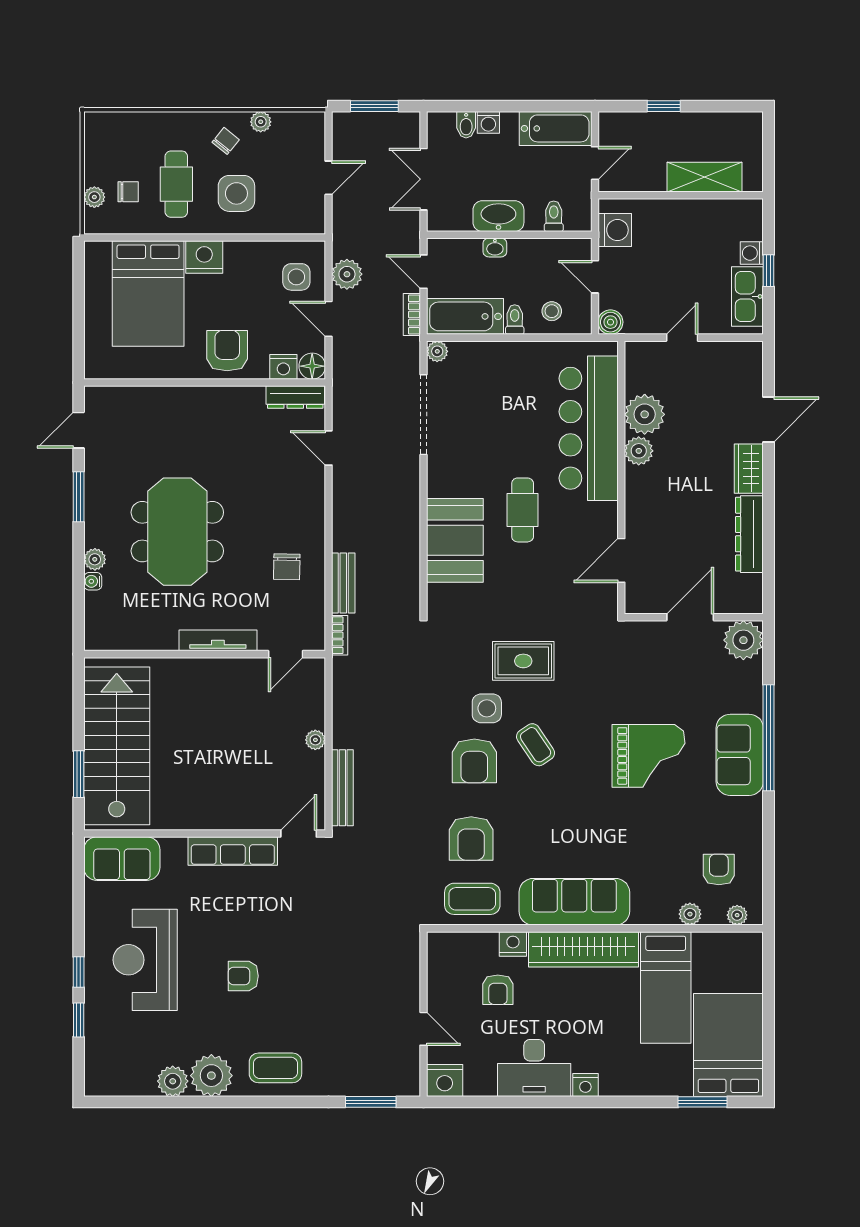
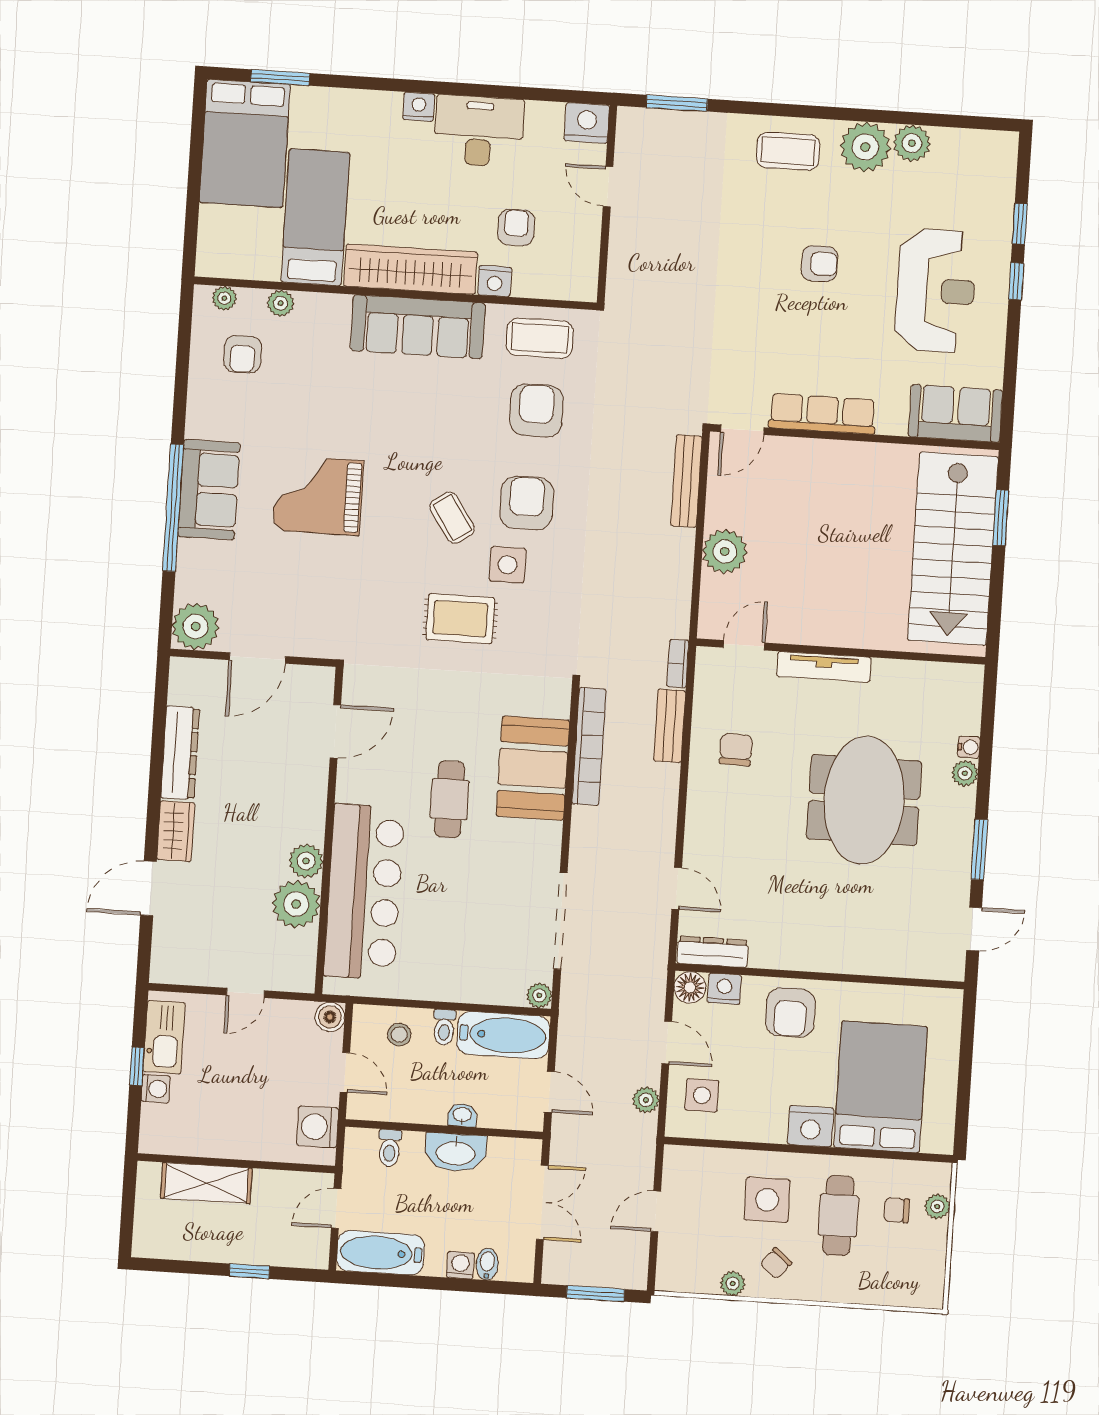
plant: (347, 274) -> (646, 1100), width x0.73, depth x0.73
bookcase: (412, 315) -> (589, 746), moved, width x2.31, depth x1.31
plant: (315, 740) -> (725, 552), width x1.87, depth x1.87

